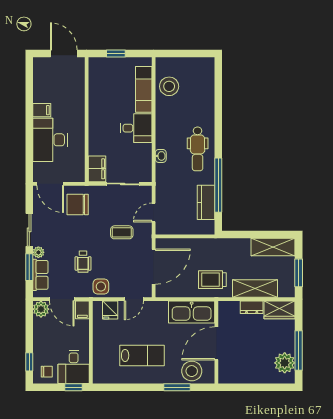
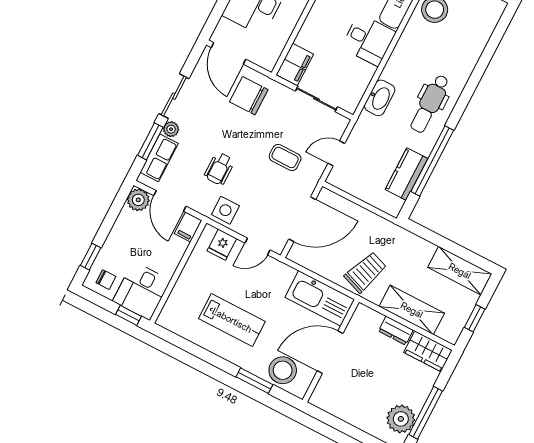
washbasin: (161, 156) -> (380, 98), width x1.91, depth x1.45
window: (299, 273) -> (475, 318), width x0.67
trolley: (212, 280) -> (365, 272), turned 110

